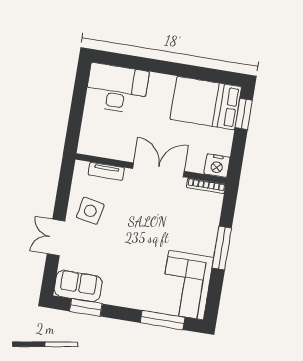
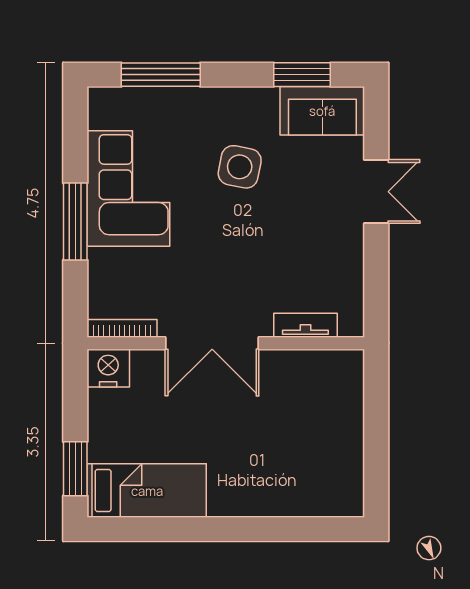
desk: (117, 89) -> (311, 477), removed
bed: (206, 103) -> (147, 491), width x0.67
side table: (90, 211) -> (240, 167), moved
corner sofa: (186, 285) -> (128, 189), moved

